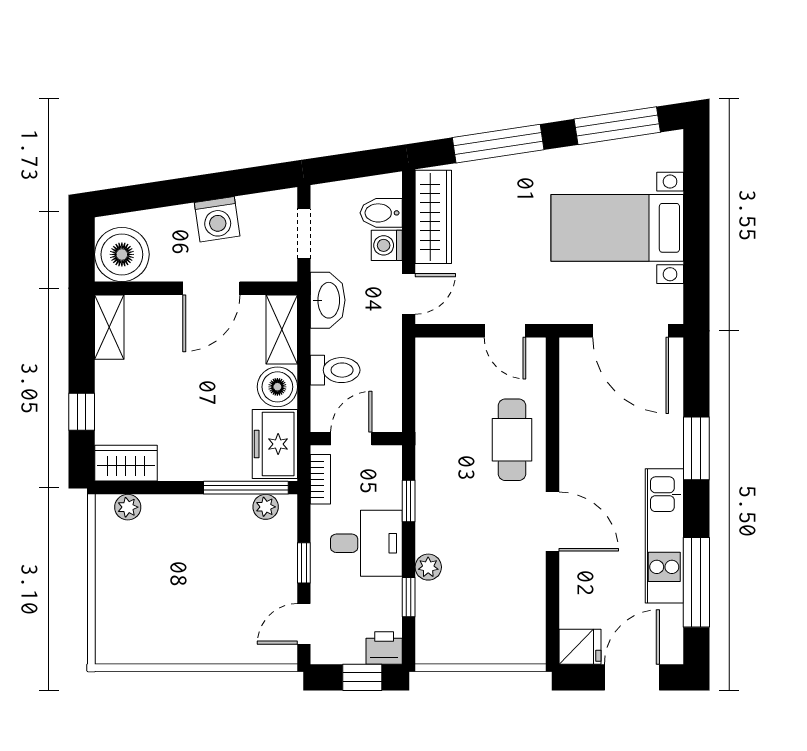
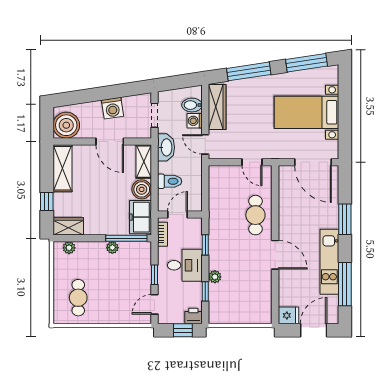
door: (211, 288) -> (110, 142), hinge flipped
door: (409, 294) -> (205, 144), swing flipped
shelving: (109, 327) -> (62, 168), width x1.50, depth x1.33
plant: (266, 507) -> (112, 248), moved
cafe table: (147, 610) -> (78, 298), added

